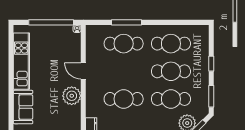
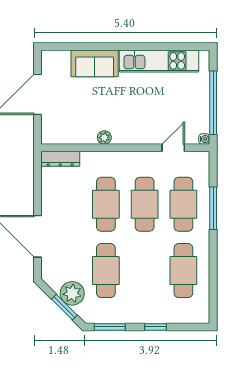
door: (83, 71) -> (173, 148), moved
cafe table: (171, 71) -> (145, 204), moved
plant: (72, 96) -> (104, 138), width x0.53, depth x0.53

